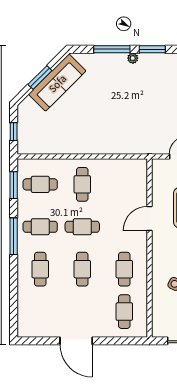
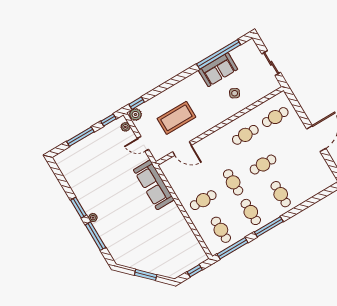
sofa: (57, 83) -> (154, 185), moved, turned -135
window: (14, 185) -> (233, 248), width x1.44
door: (149, 219) -> (182, 149), moved
cafe table: (40, 269) -> (281, 194), turned 90

